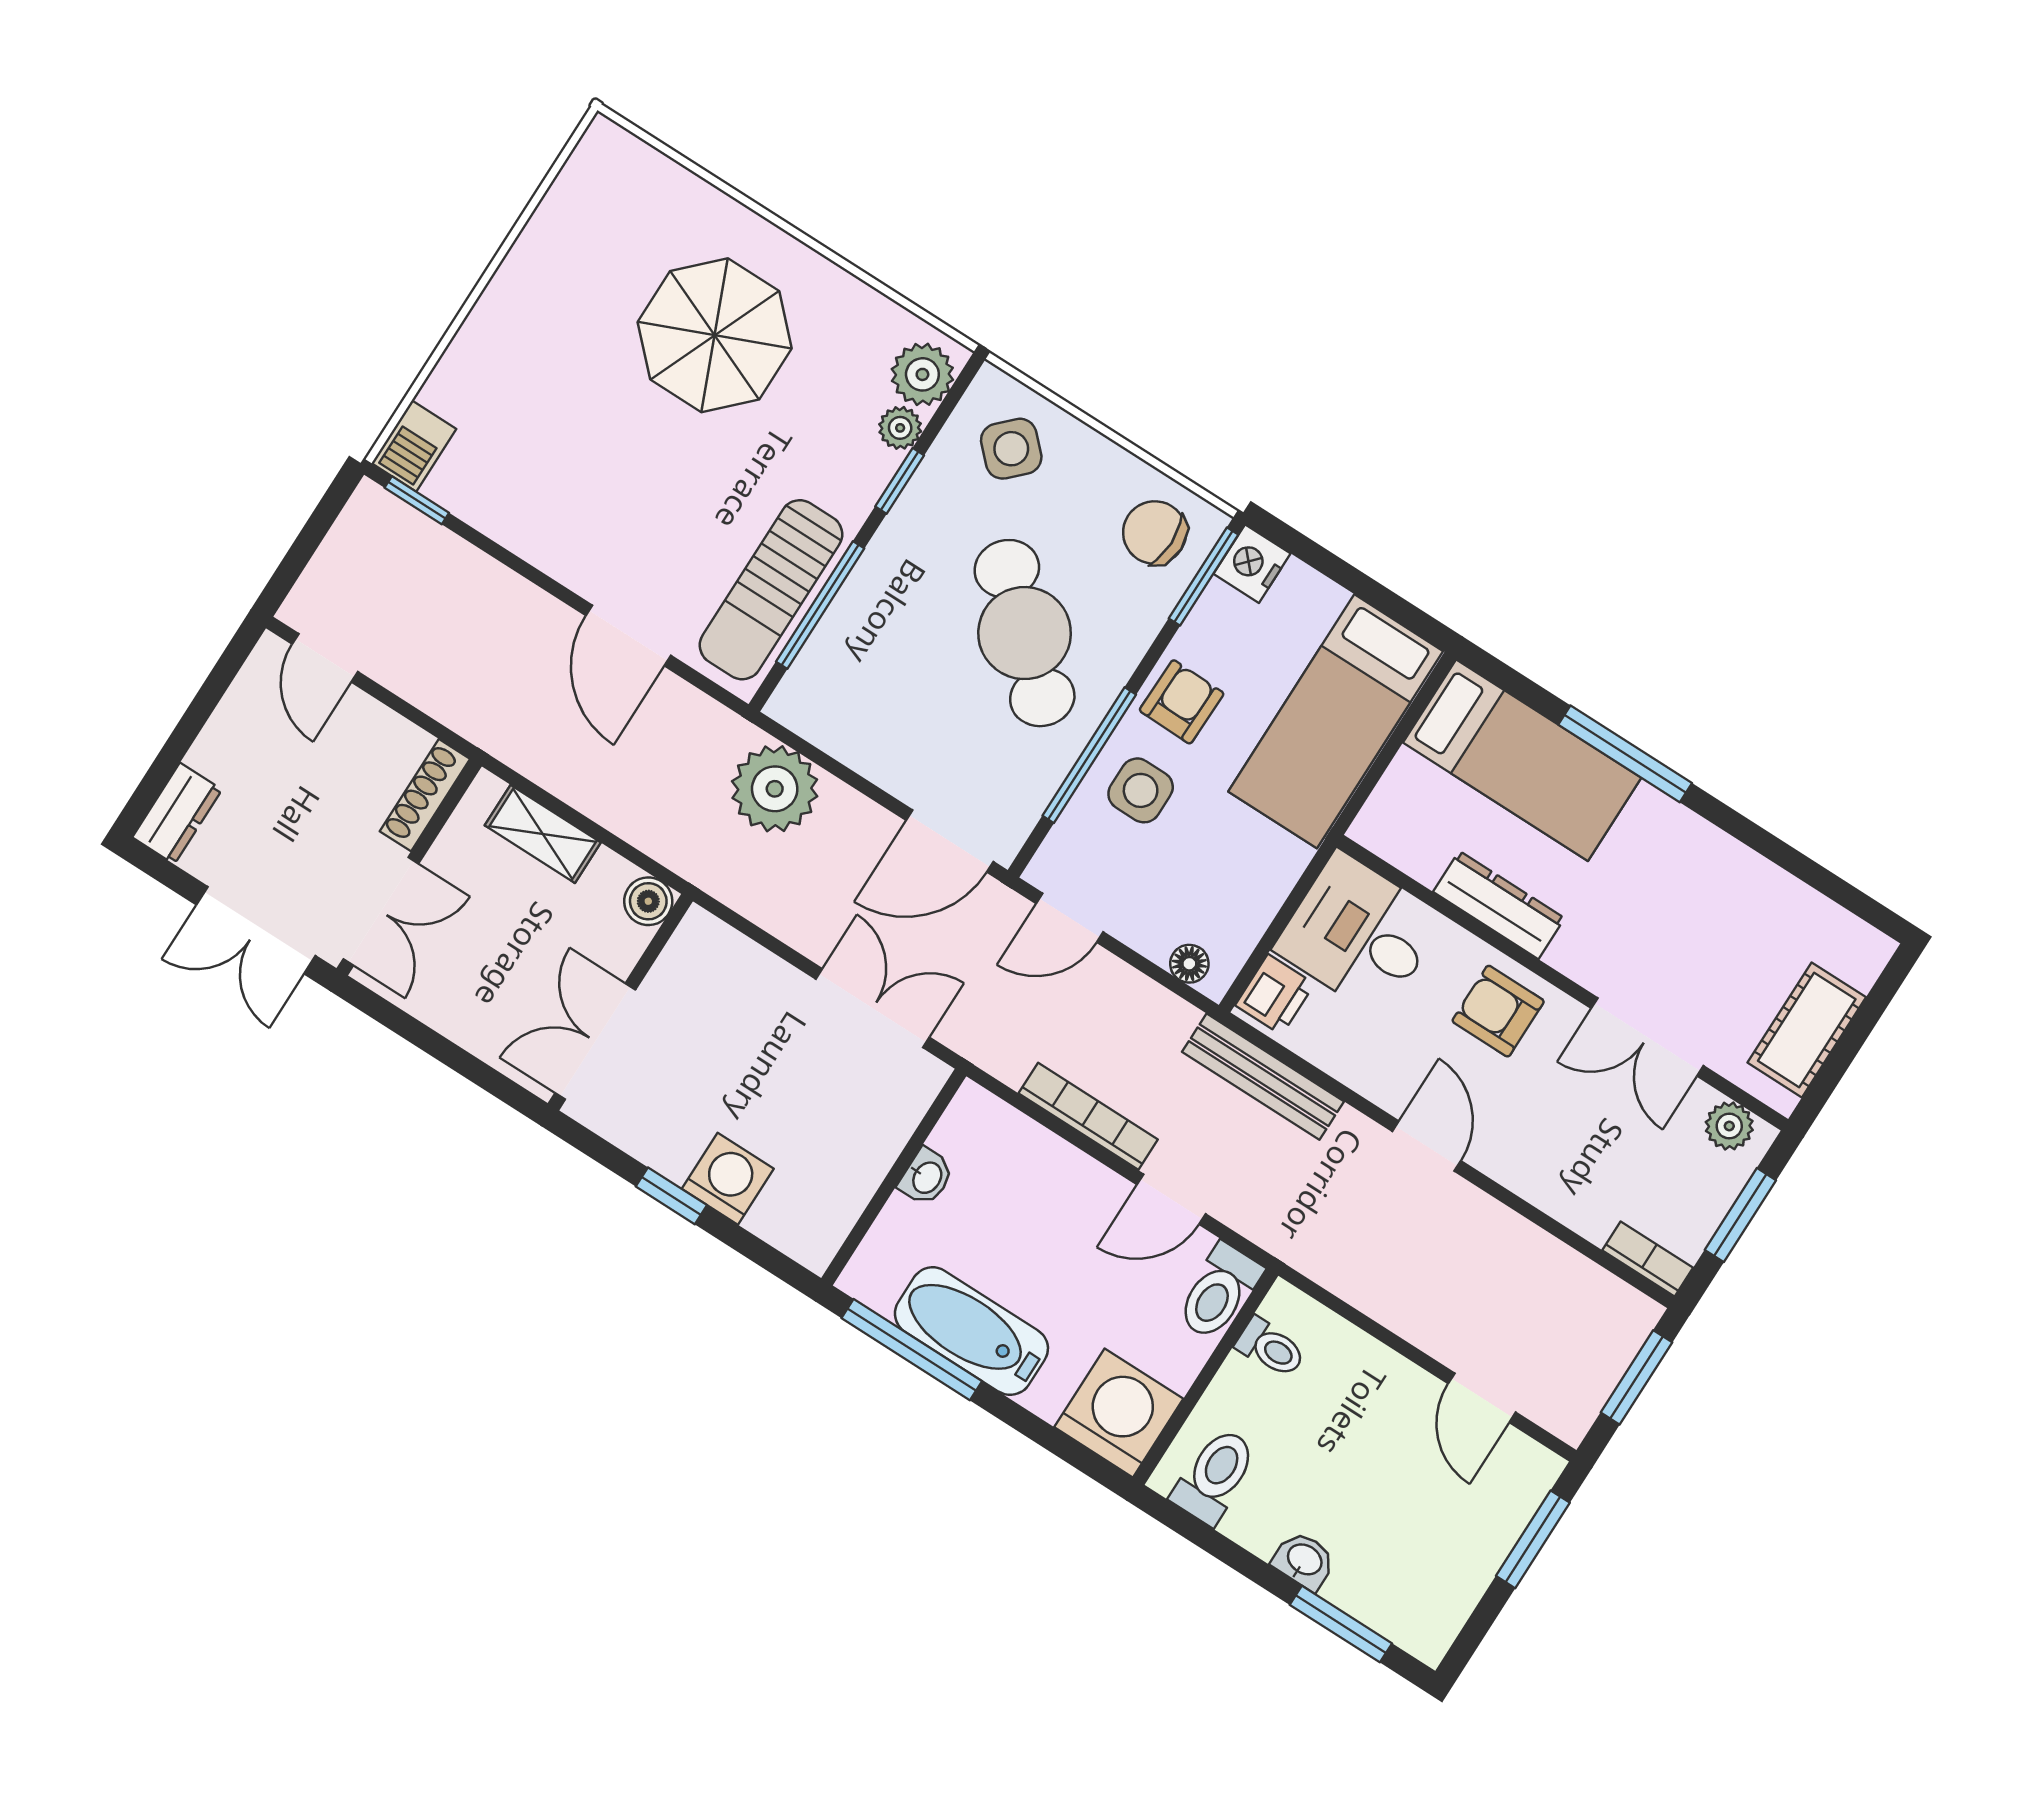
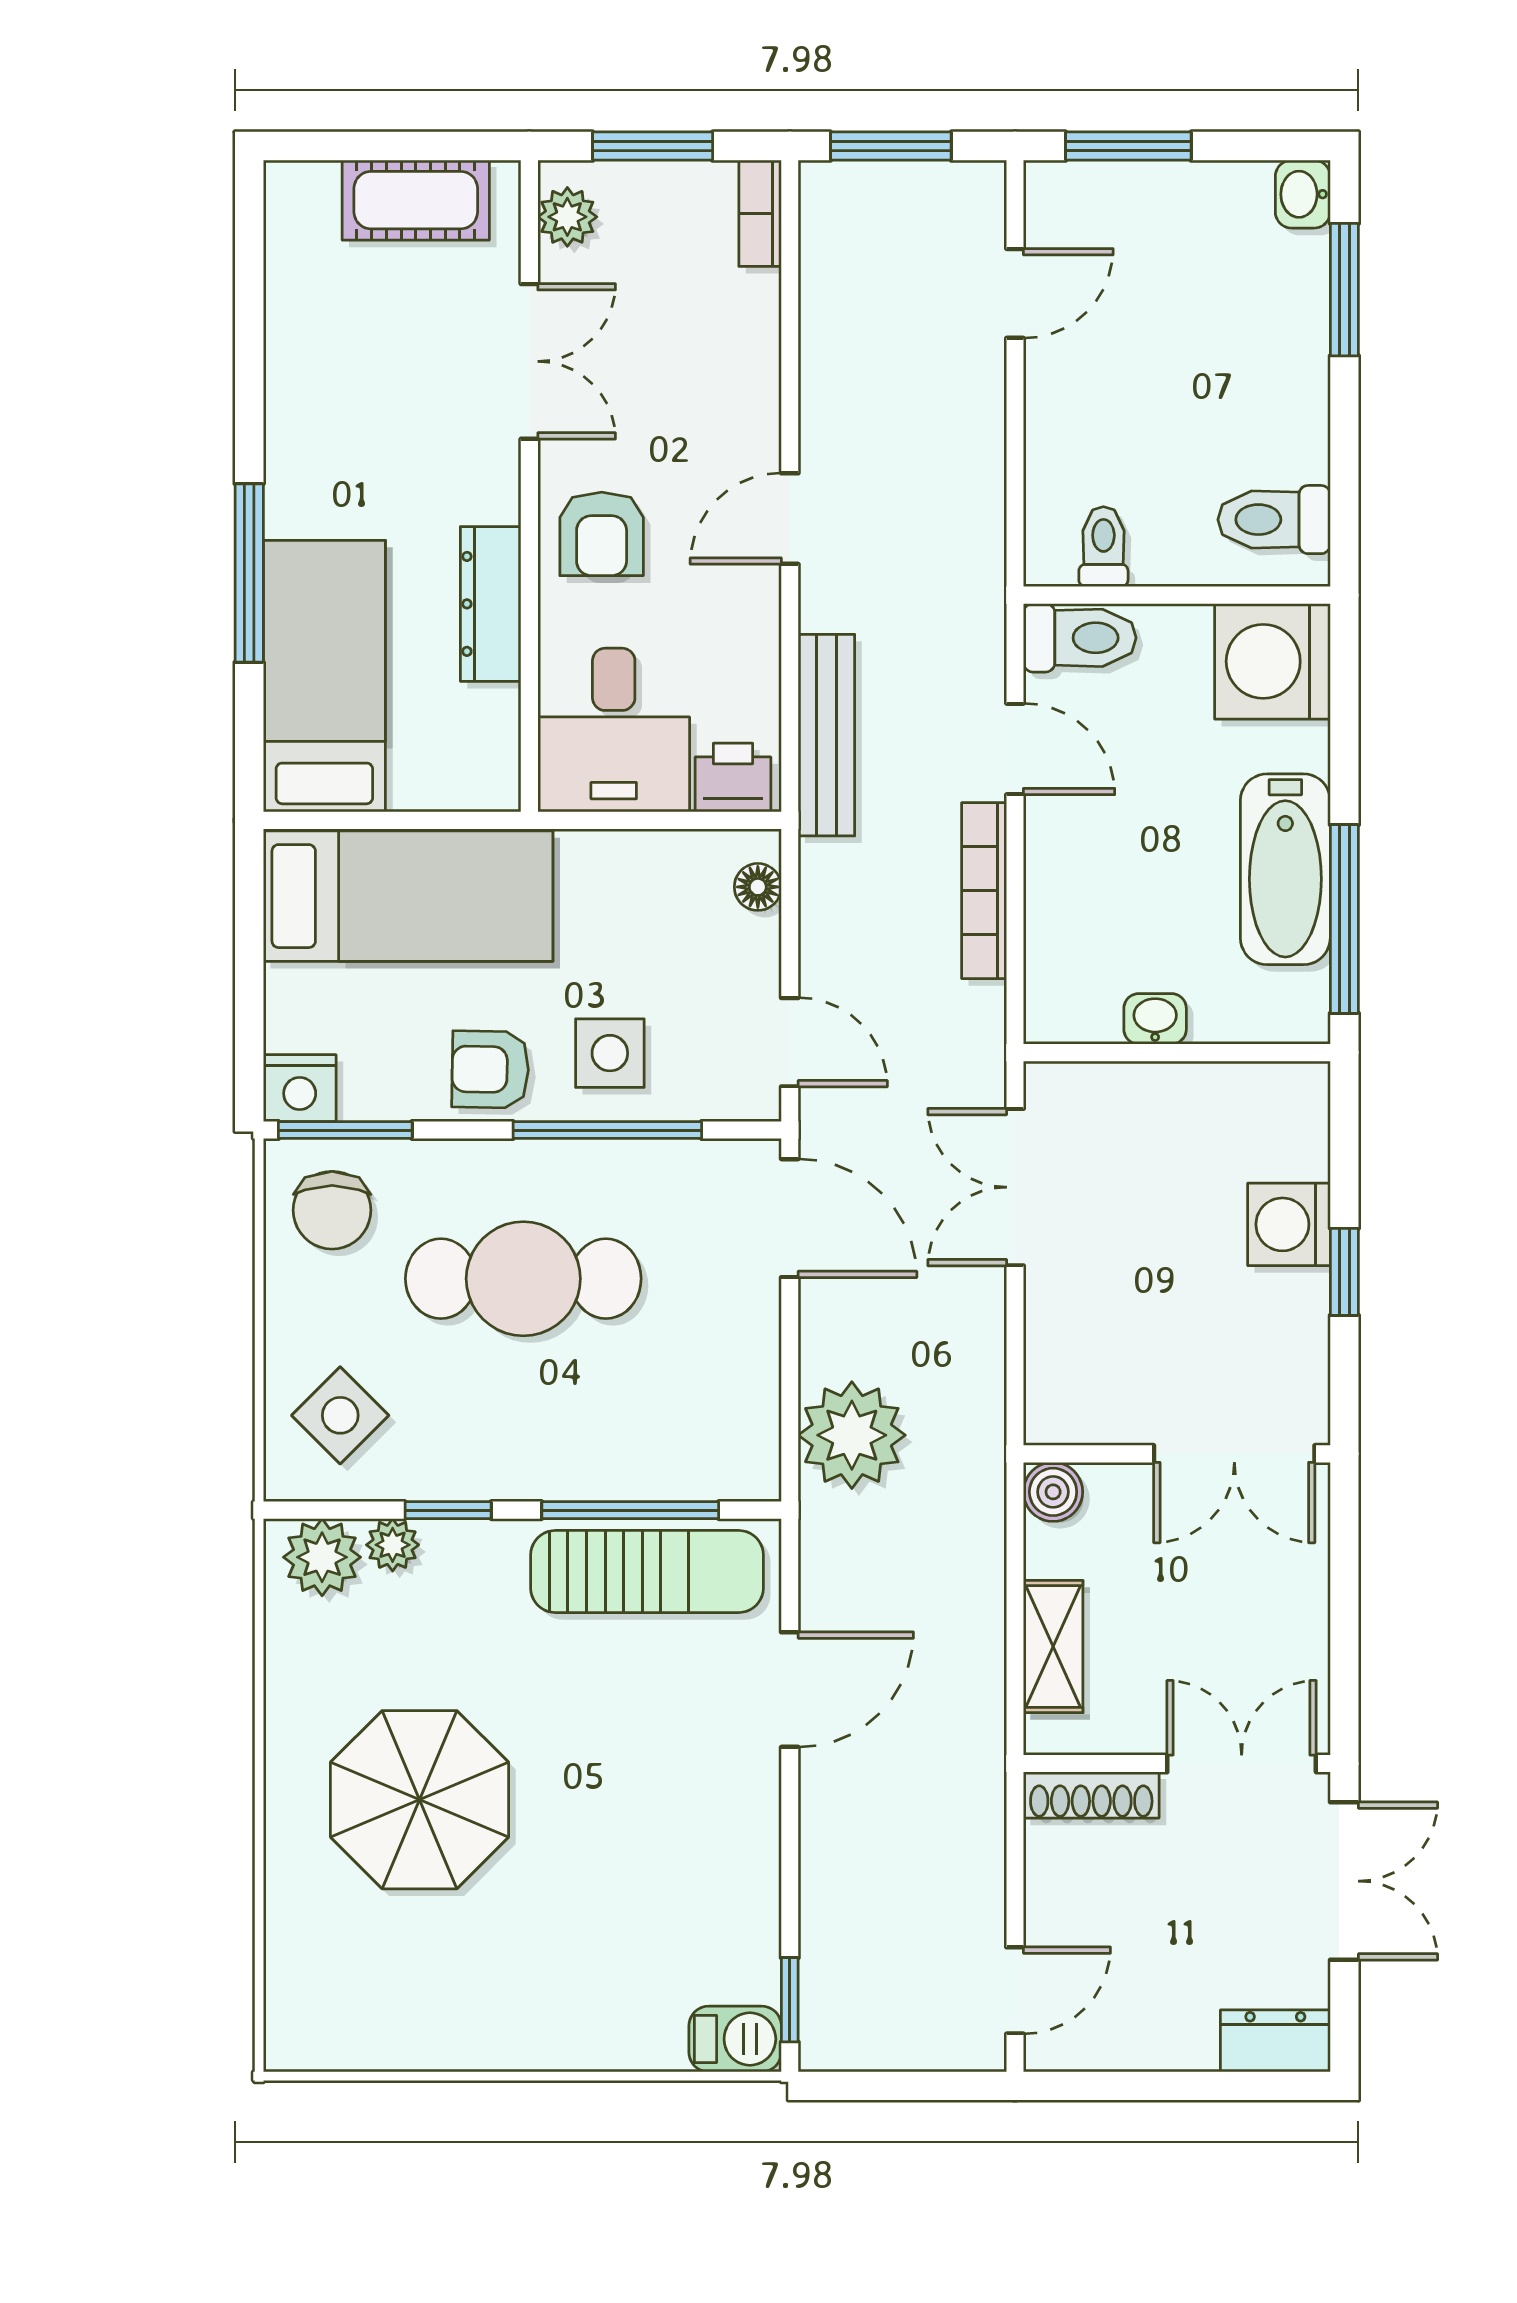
cafe table: (1025, 633) -> (523, 1279), turned 48
washbasin: (1304, 1560) -> (1303, 194), moved

